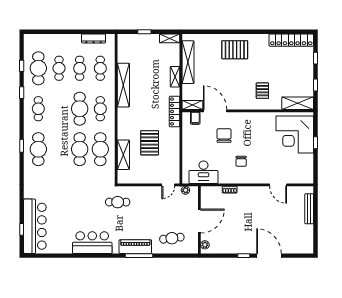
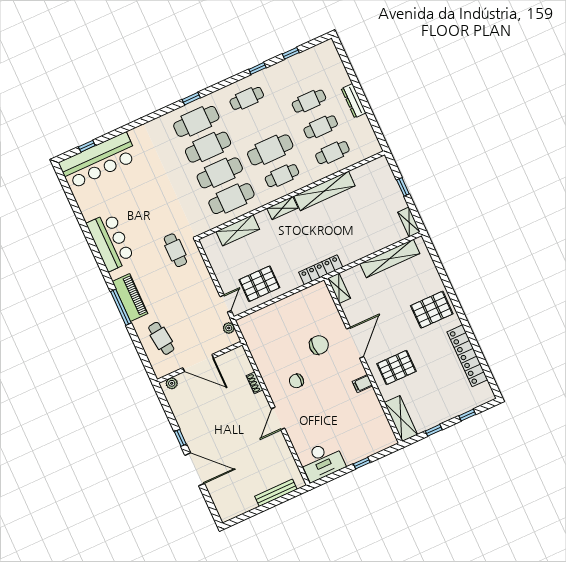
dresser: (94, 38) -> (354, 101), moved
locker: (291, 40) -> (467, 356), moved
pallet: (235, 50) -> (432, 310), turned 90
cafe table: (38, 68) -> (208, 147), moved
shelving: (175, 77) -> (282, 208), moved
pallet: (262, 91) -> (397, 367), width x1.50, depth x1.42
door: (215, 111) -> (355, 343), moved
filing cabinet: (195, 118) -> (363, 384), moved
corner desk: (295, 135) -> (360, 433), removed
pallet: (150, 143) -> (259, 284), moved
desk: (203, 172) -> (322, 461), moved, turned -90
door: (168, 185) -> (226, 304), swing flipped
door: (278, 185) -> (278, 419), moved
door: (269, 256) -> (195, 469), hinge flipped

